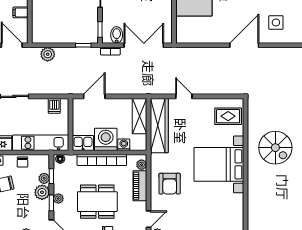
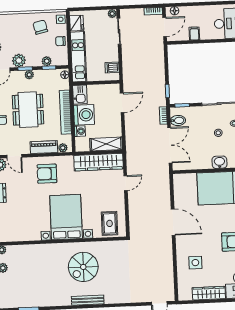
door: (244, 45) -> (173, 222), moved
plant: (48, 54) -> (158, 60), removed
door: (94, 96) -> (122, 103), hinge flipped
plant: (42, 192) -> (19, 60), moved

